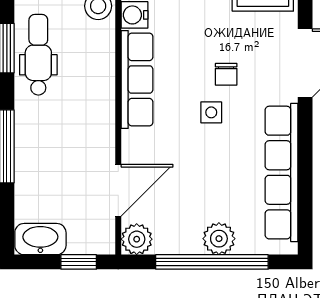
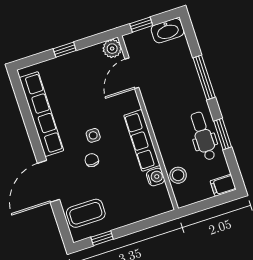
dental chair: (38, 55) -> (203, 136), turned 180
plant: (219, 239) -> (65, 64), removed
window: (212, 262) -> (65, 50), width x0.32

